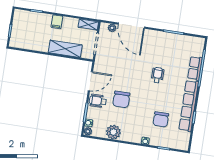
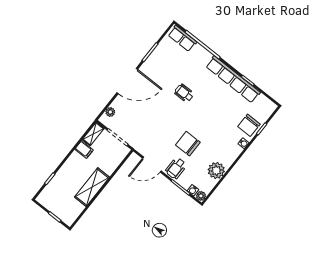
filing cabinet: (57, 22) -> (84, 150), moved
door: (131, 26) -> (127, 81), moved
shelving: (65, 49) -> (92, 187), moved
row of seats: (195, 68) -> (182, 38), moved
door: (90, 81) -> (152, 165), swing flipped
chair: (121, 99) -> (188, 144), turned 180
chair: (161, 119) -> (249, 125), moved, turned 90

